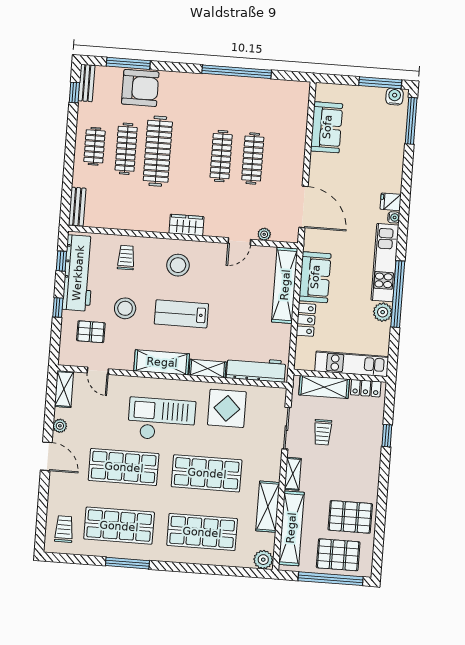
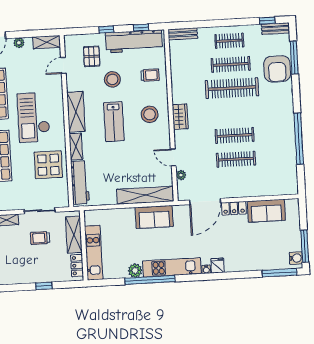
lab bench: (181, 314) -> (114, 122), turned 180
locker: (306, 320) -> (234, 208), moved
checkout: (162, 419) -> (34, 117), turned 180

